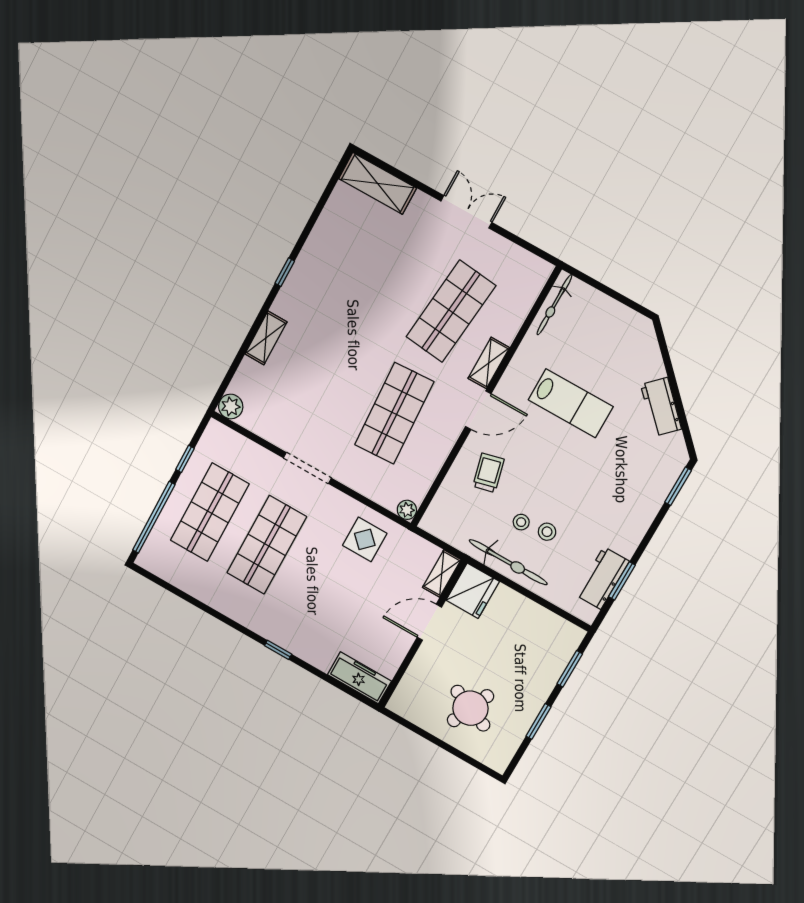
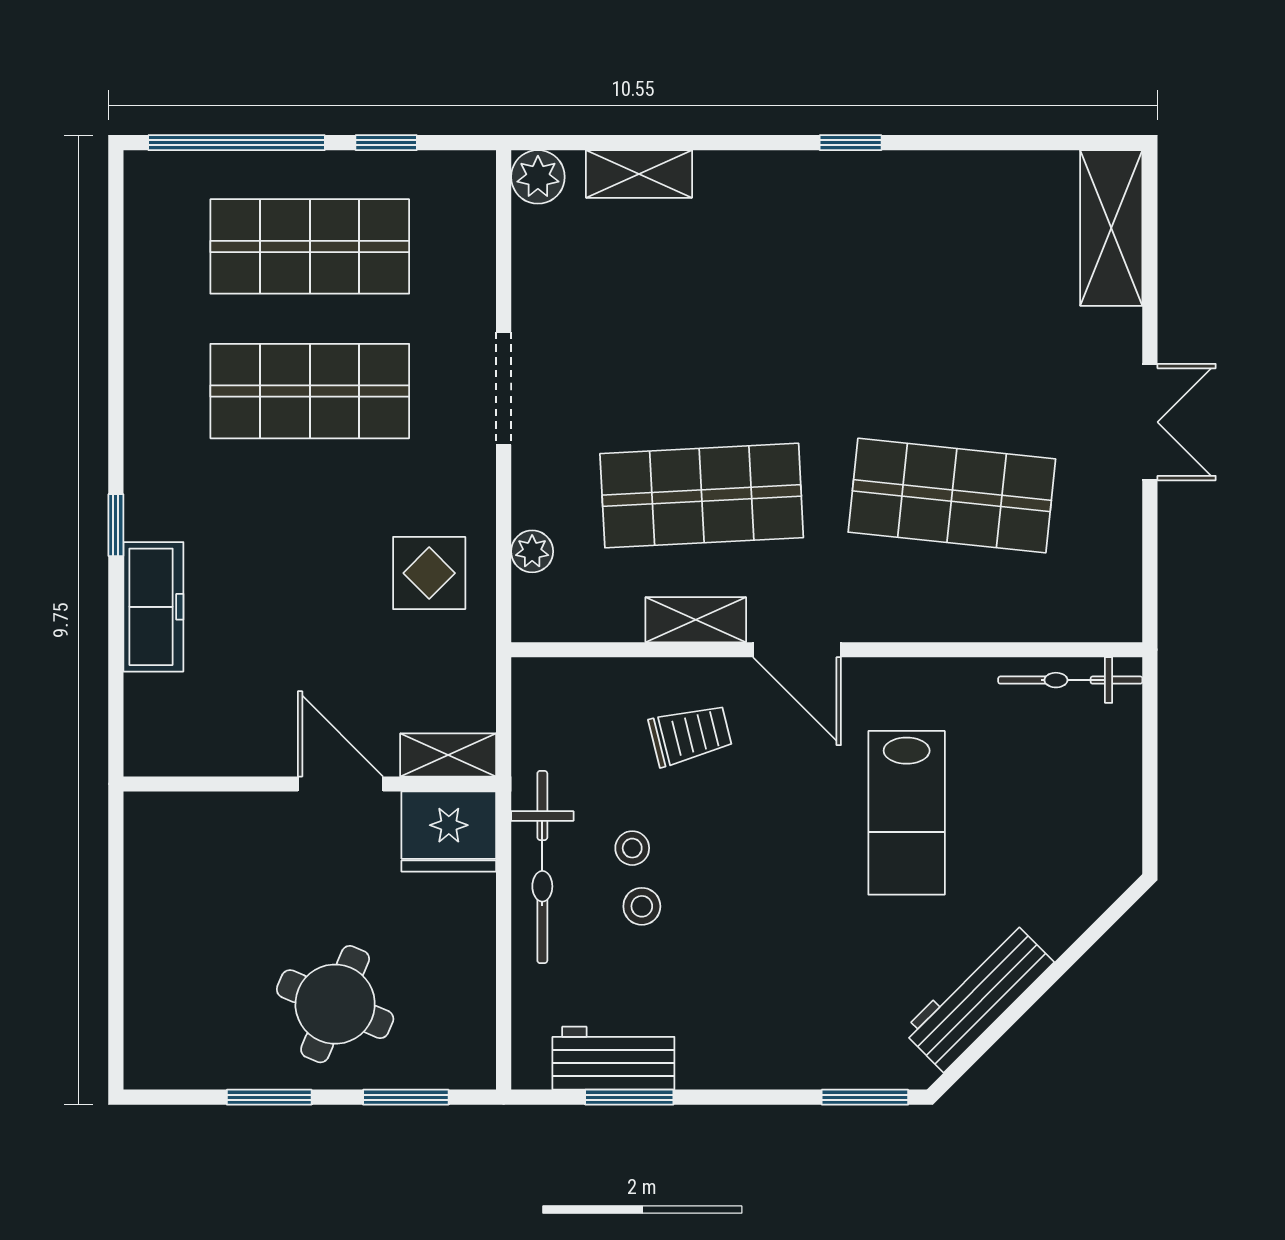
shelving: (266, 338) -> (639, 174), moved
shelving: (489, 363) -> (696, 620), moved
workbench: (661, 407) -> (978, 997), width x1.38
plant: (407, 510) -> (532, 551), moved
freezer: (359, 678) -> (153, 607), moved
round table: (470, 708) -> (335, 1004), moved

